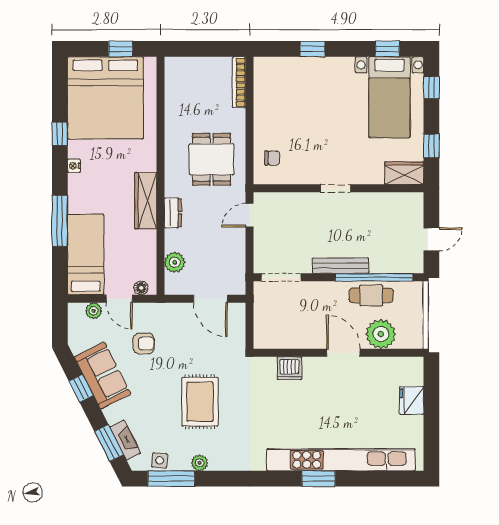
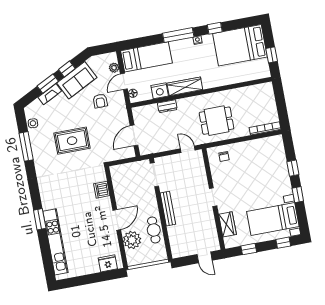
window: (387, 49) -> (298, 195), moved
bed: (105, 98) -> (240, 45), width x0.73
wardrobe: (404, 173) -> (227, 224), moved
dresser: (173, 213) -> (167, 106), moved
window: (60, 221) -> (178, 35), moved
door: (431, 239) -> (205, 257), moved
nightstand: (145, 243) -> (160, 91), added
plant: (175, 262) -> (152, 110), removed
window: (374, 277) -> (165, 230), removed
fridge: (412, 401) -> (108, 263), moved
fireplace: (125, 440) -> (50, 94), moved
window: (109, 443) -> (48, 84), moved
kitchen unit: (341, 460) -> (56, 242), width x0.73
plant: (200, 463) -> (36, 147), removed
window: (171, 479) -> (26, 146), moved

